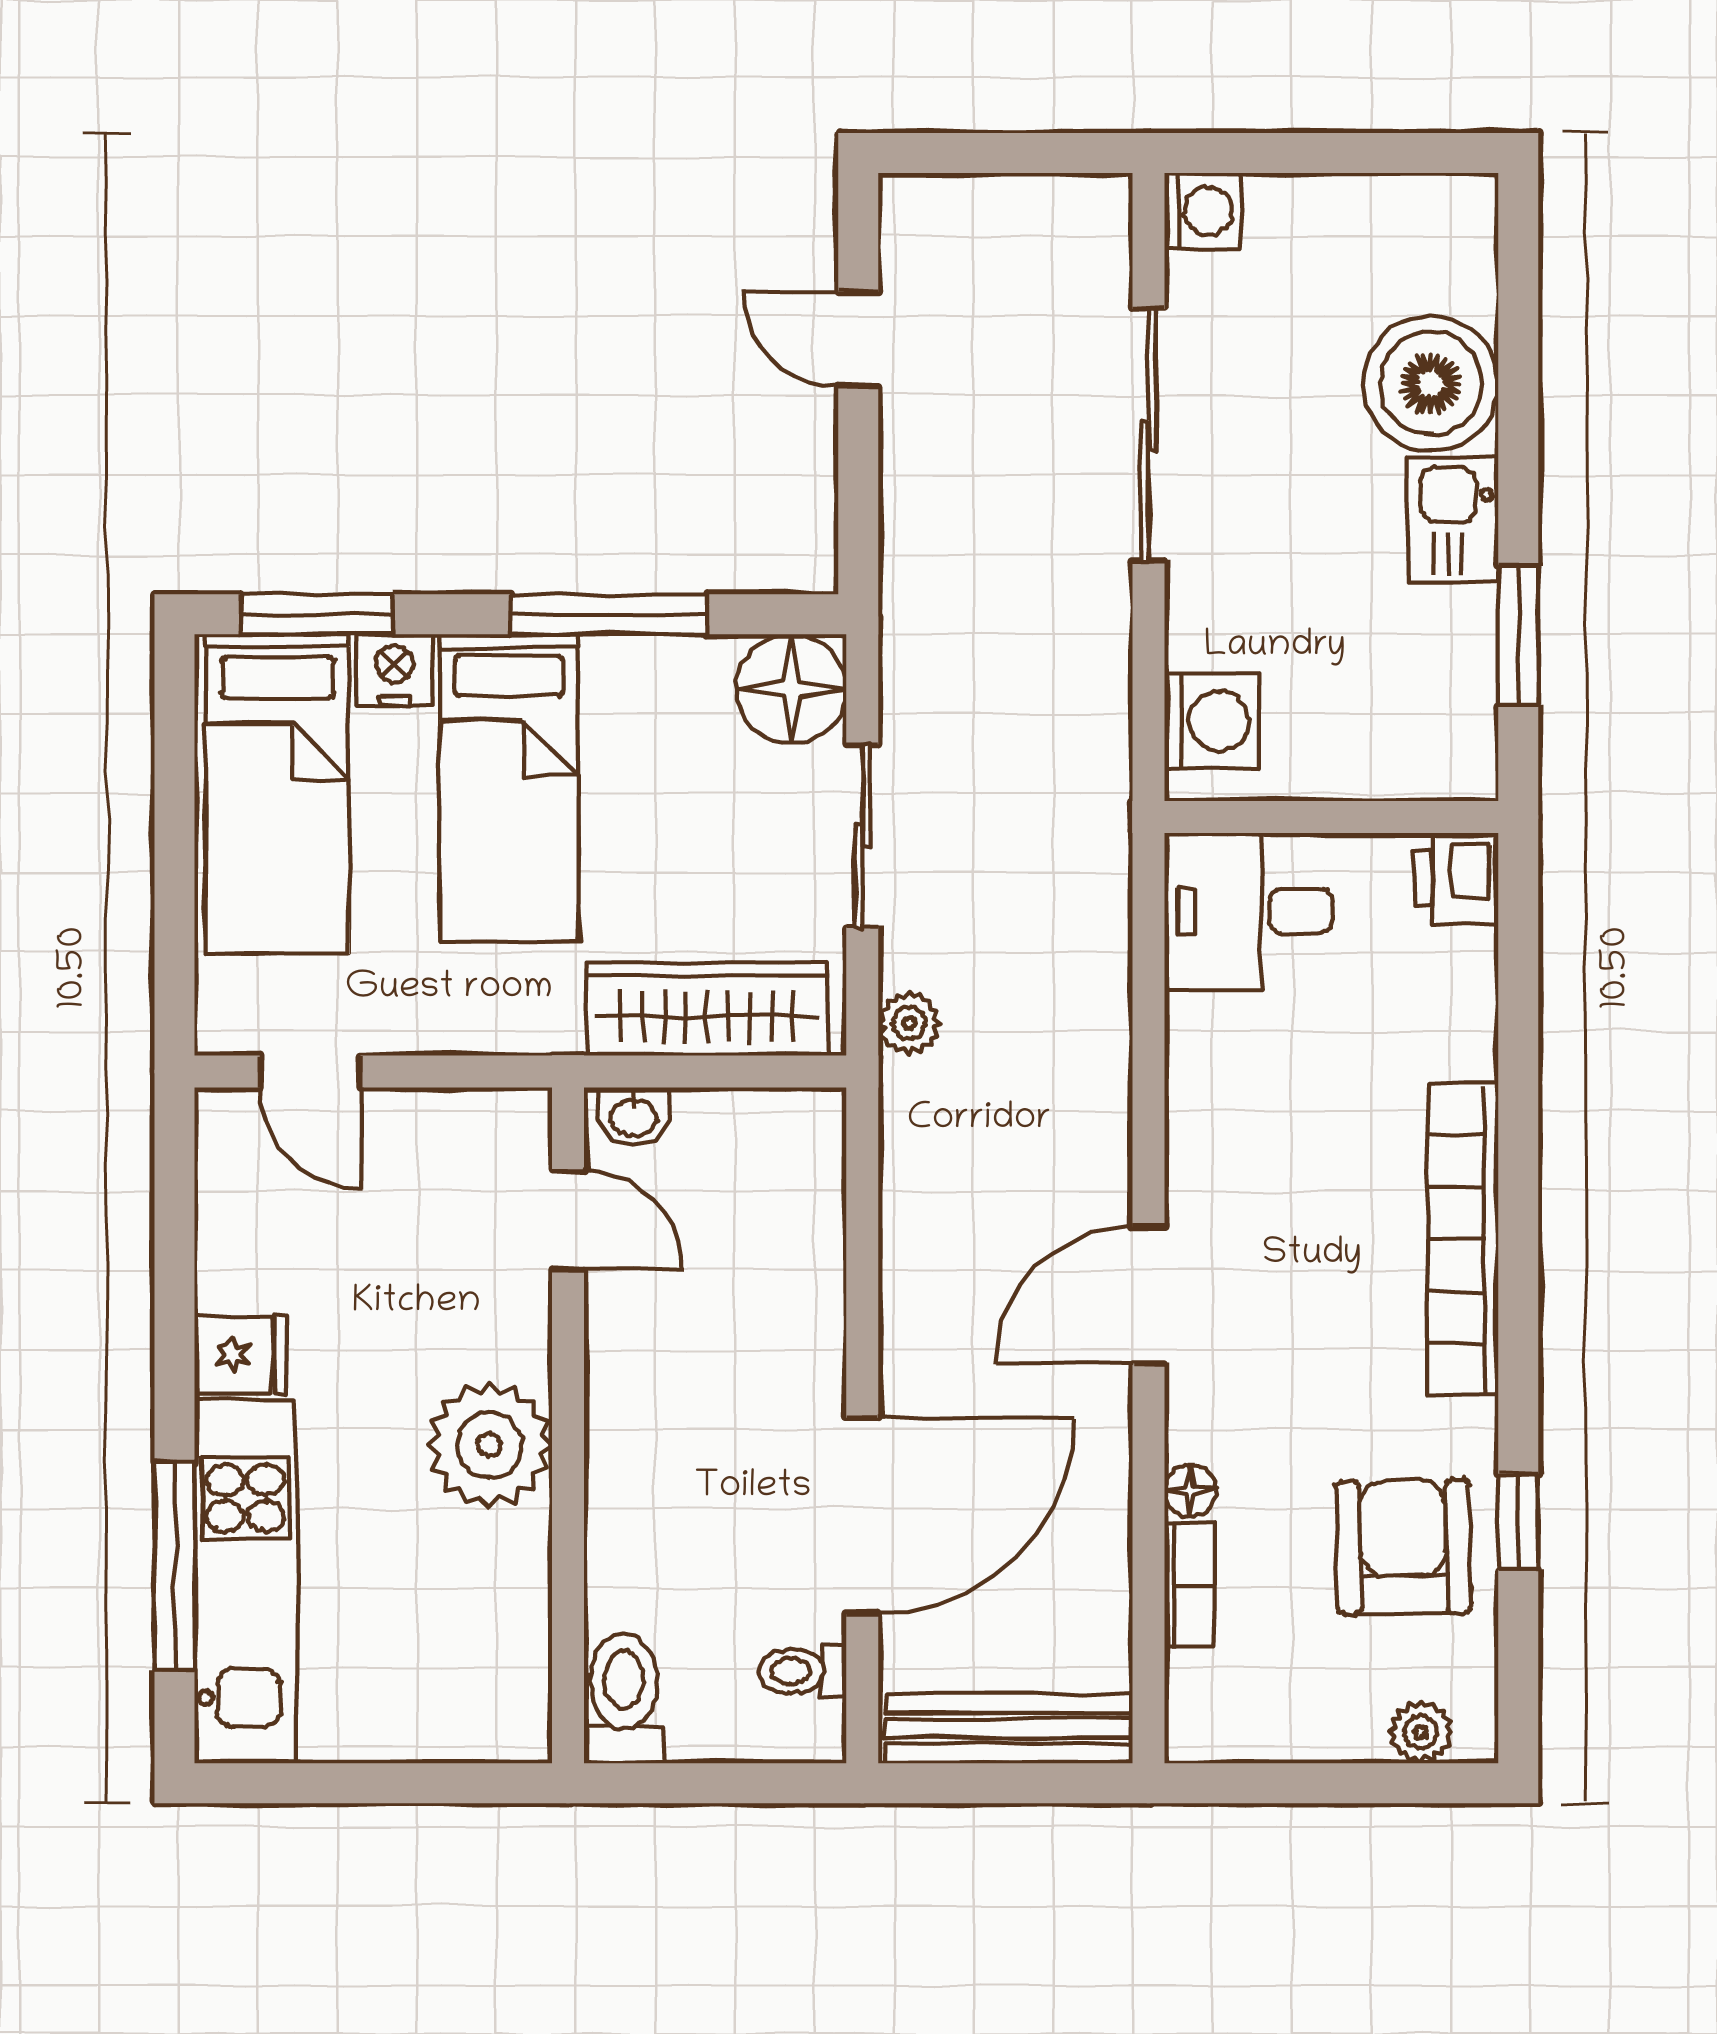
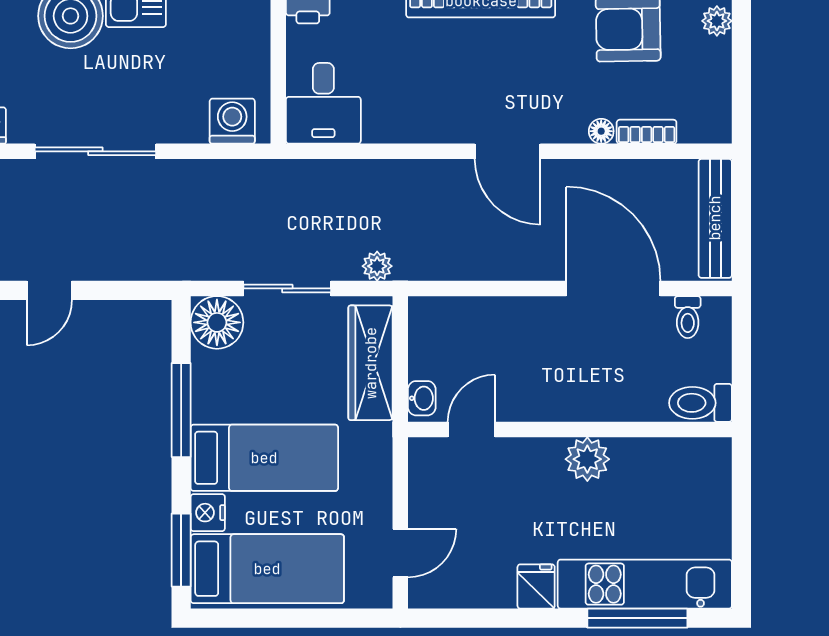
plant: (490, 1445) -> (587, 459), width x0.73, depth x0.73

